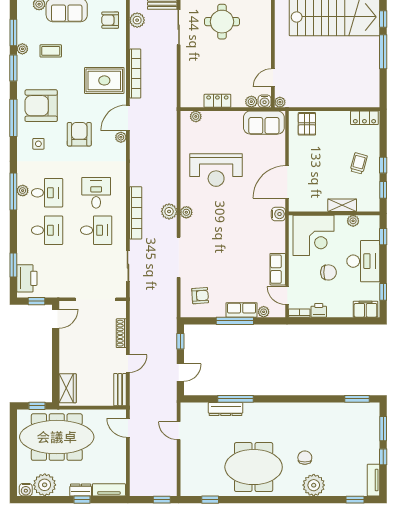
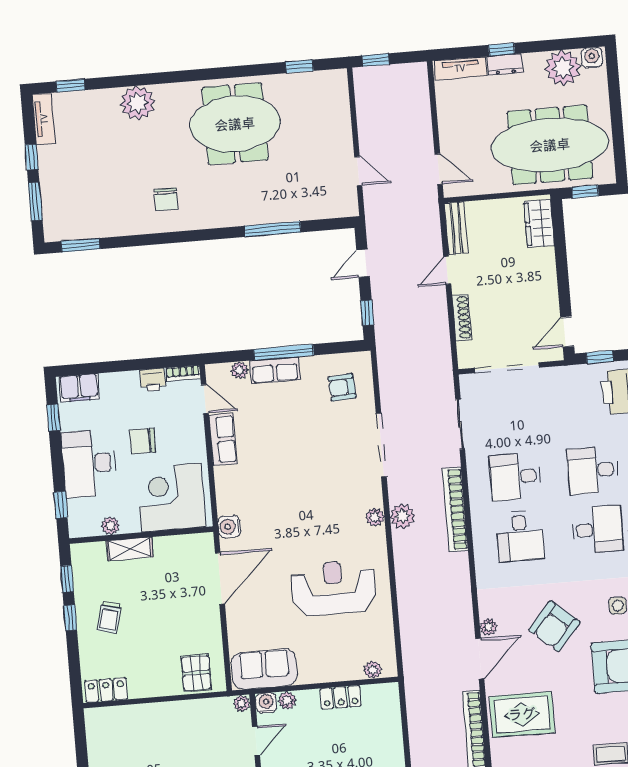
armchair: (79, 134) -> (554, 626), turned 41
desk: (47, 193) -> (598, 529), turned 180
dresser: (226, 409) -> (287, 212), removed
chair: (305, 458) -> (166, 199), moved

